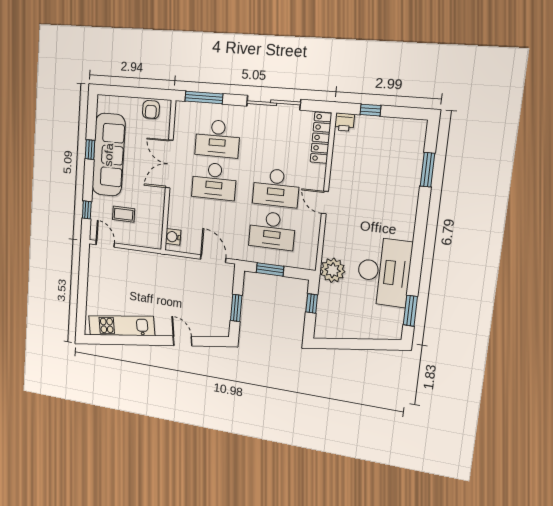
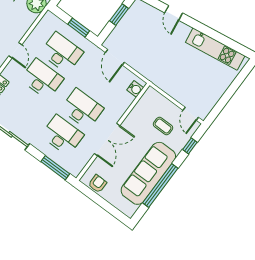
window: (90, 150) -> (160, 186), width x3.17

